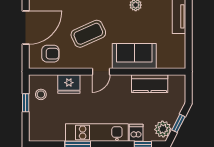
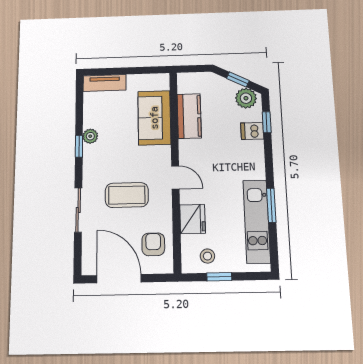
coffee table: (88, 34) -> (127, 195), turned -66
sofa: (134, 56) -> (154, 118), moved
kitchen unit: (97, 133) -> (257, 221), moved

